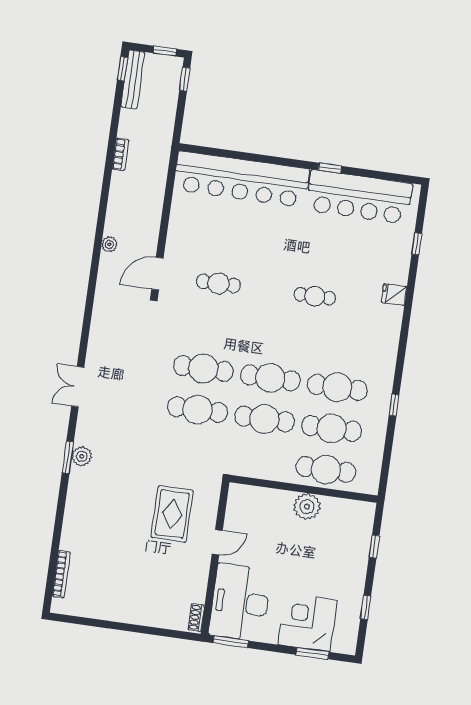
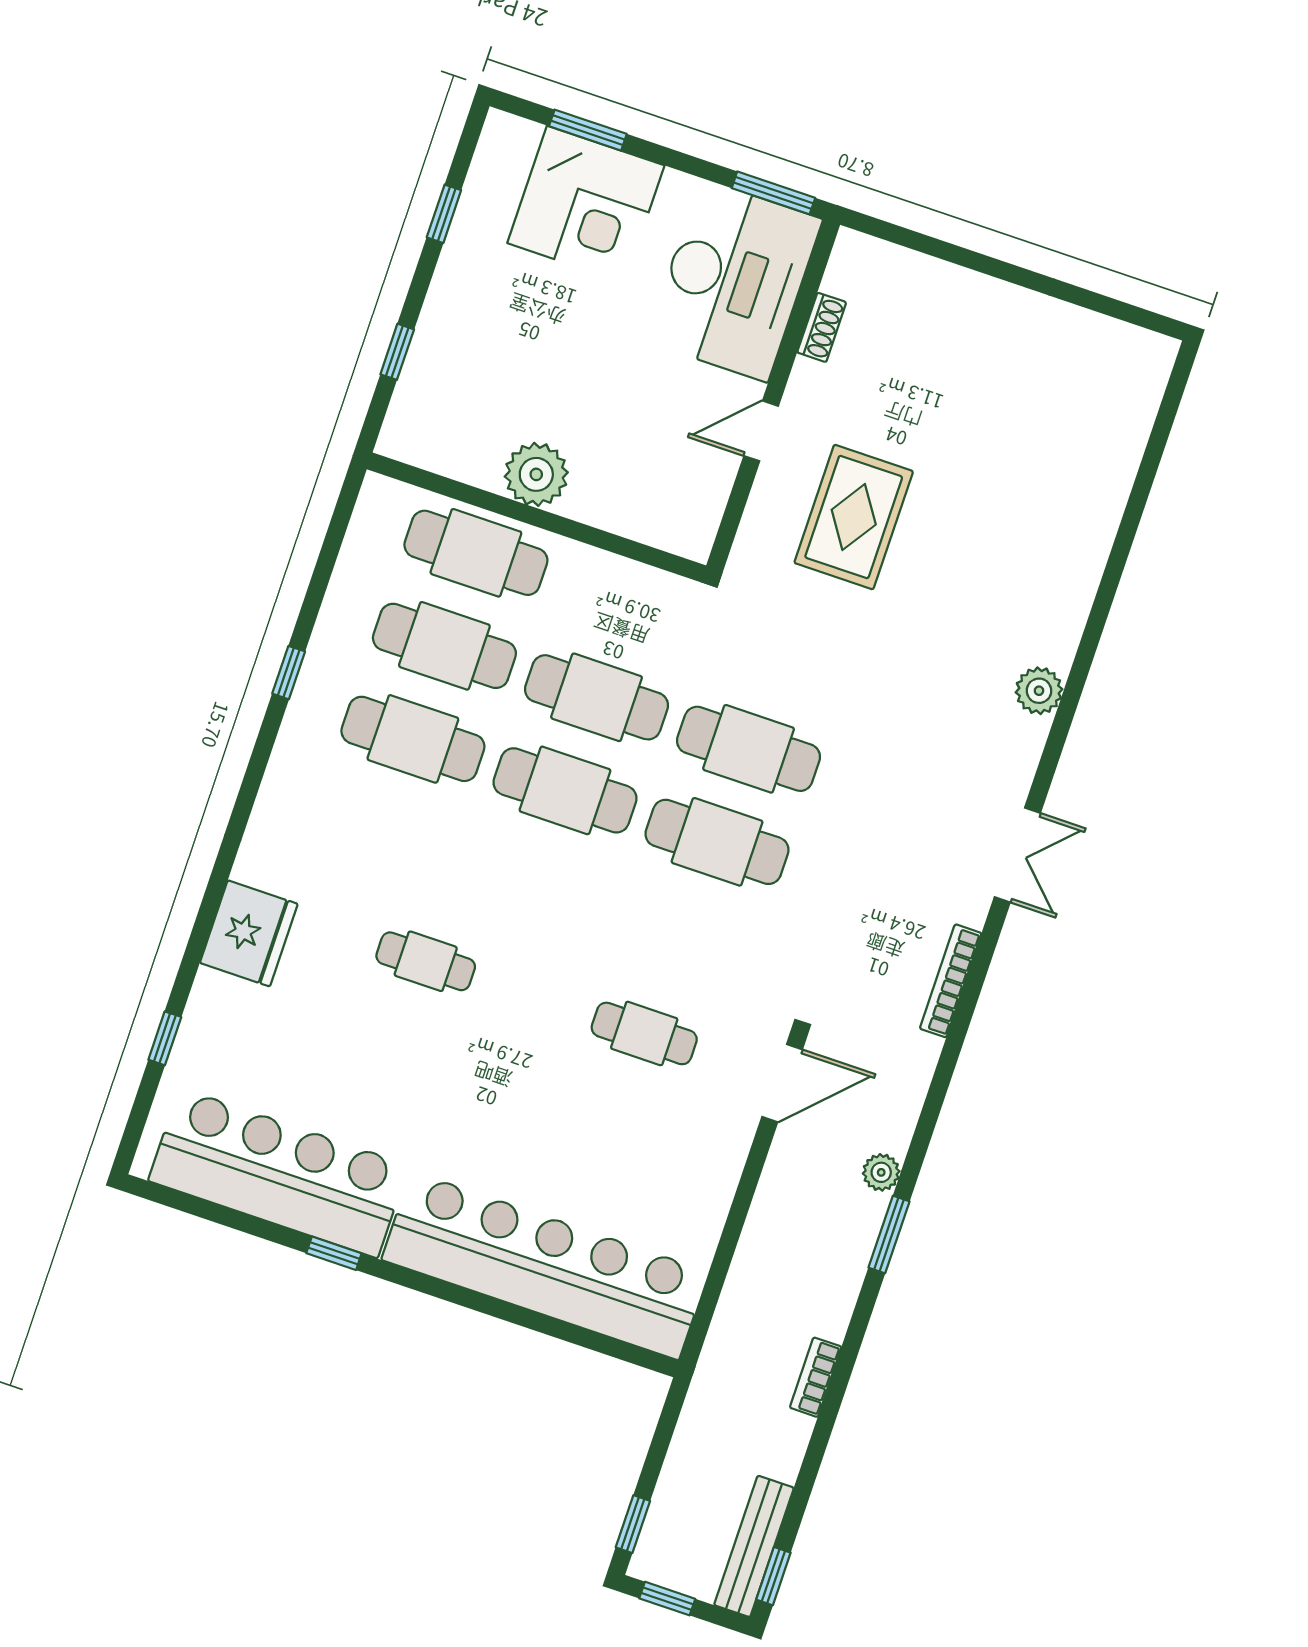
fridge: (394, 294) -> (249, 933), width x1.88, depth x1.34
window: (68, 457) -> (889, 1234), moved
bookcase: (61, 574) -> (951, 981), moved
shoe rack: (196, 618) -> (822, 327), moved

